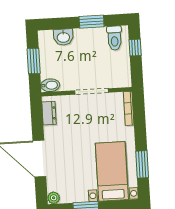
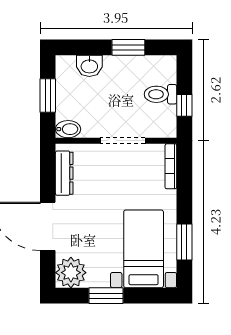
toilet: (114, 38) -> (161, 94), moved, turned 90
window: (135, 48) -> (184, 105), moved
dresser: (49, 113) -> (64, 173), width x1.44
plant: (54, 198) -> (71, 273), width x1.87, depth x1.87

